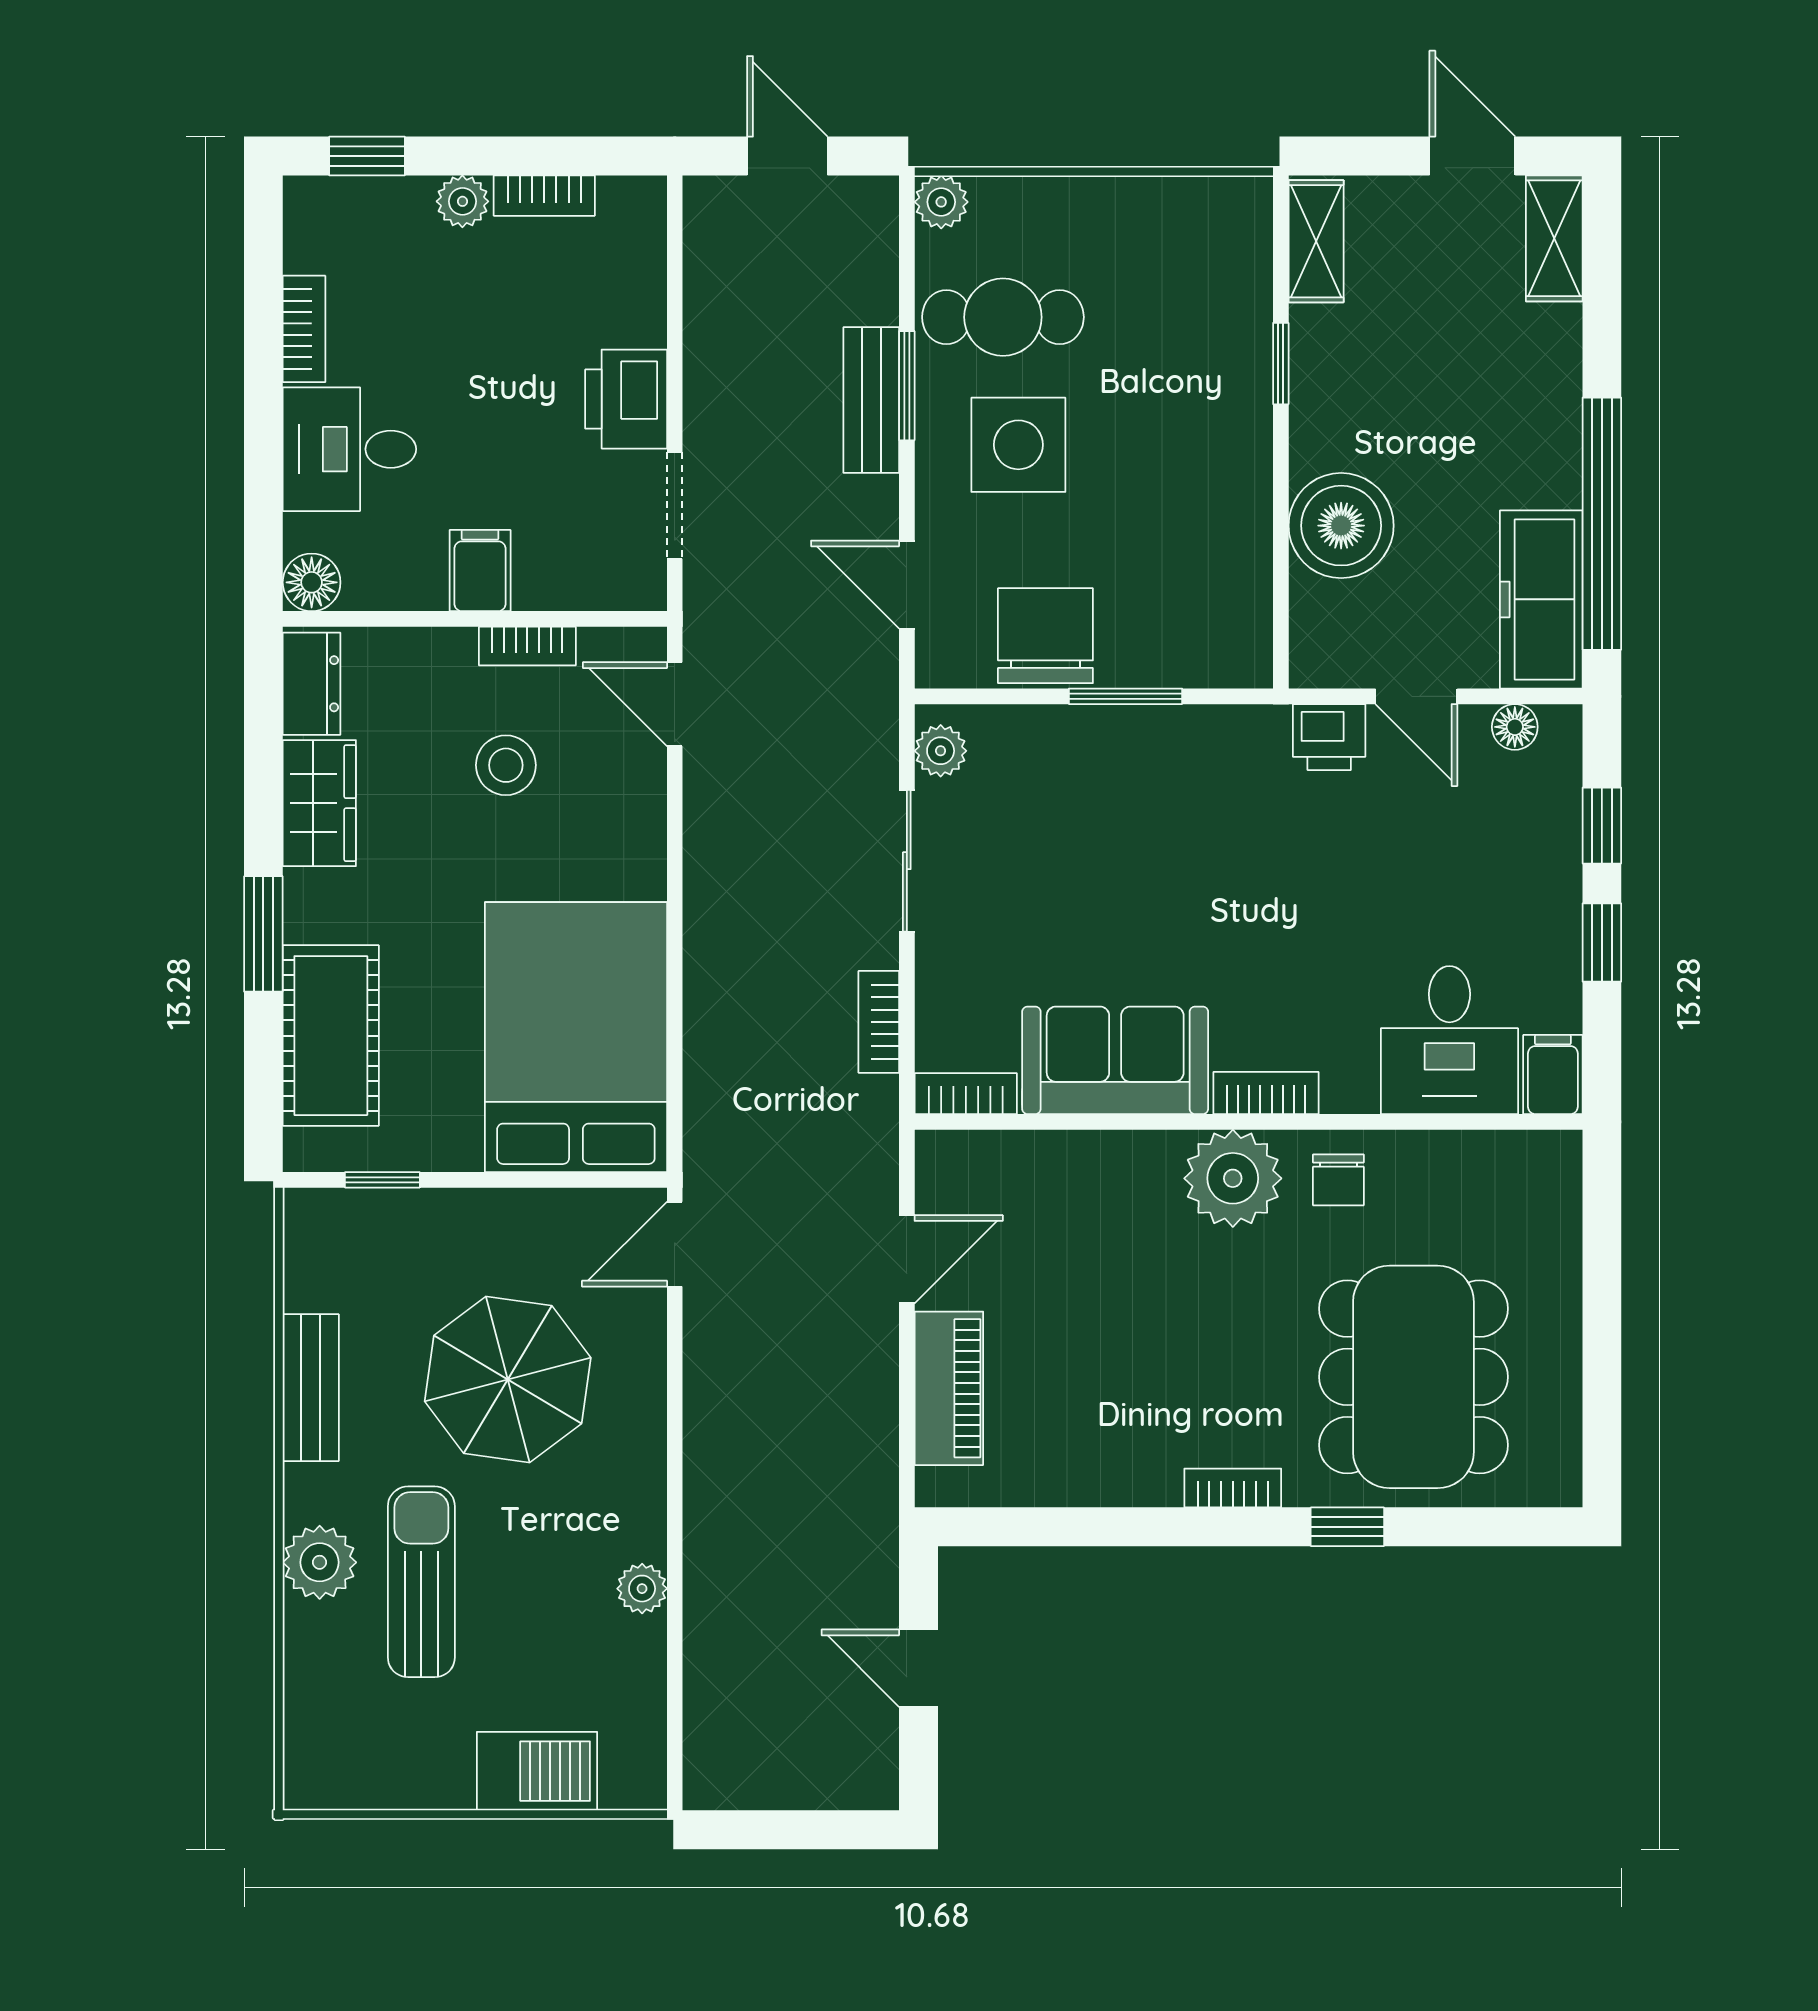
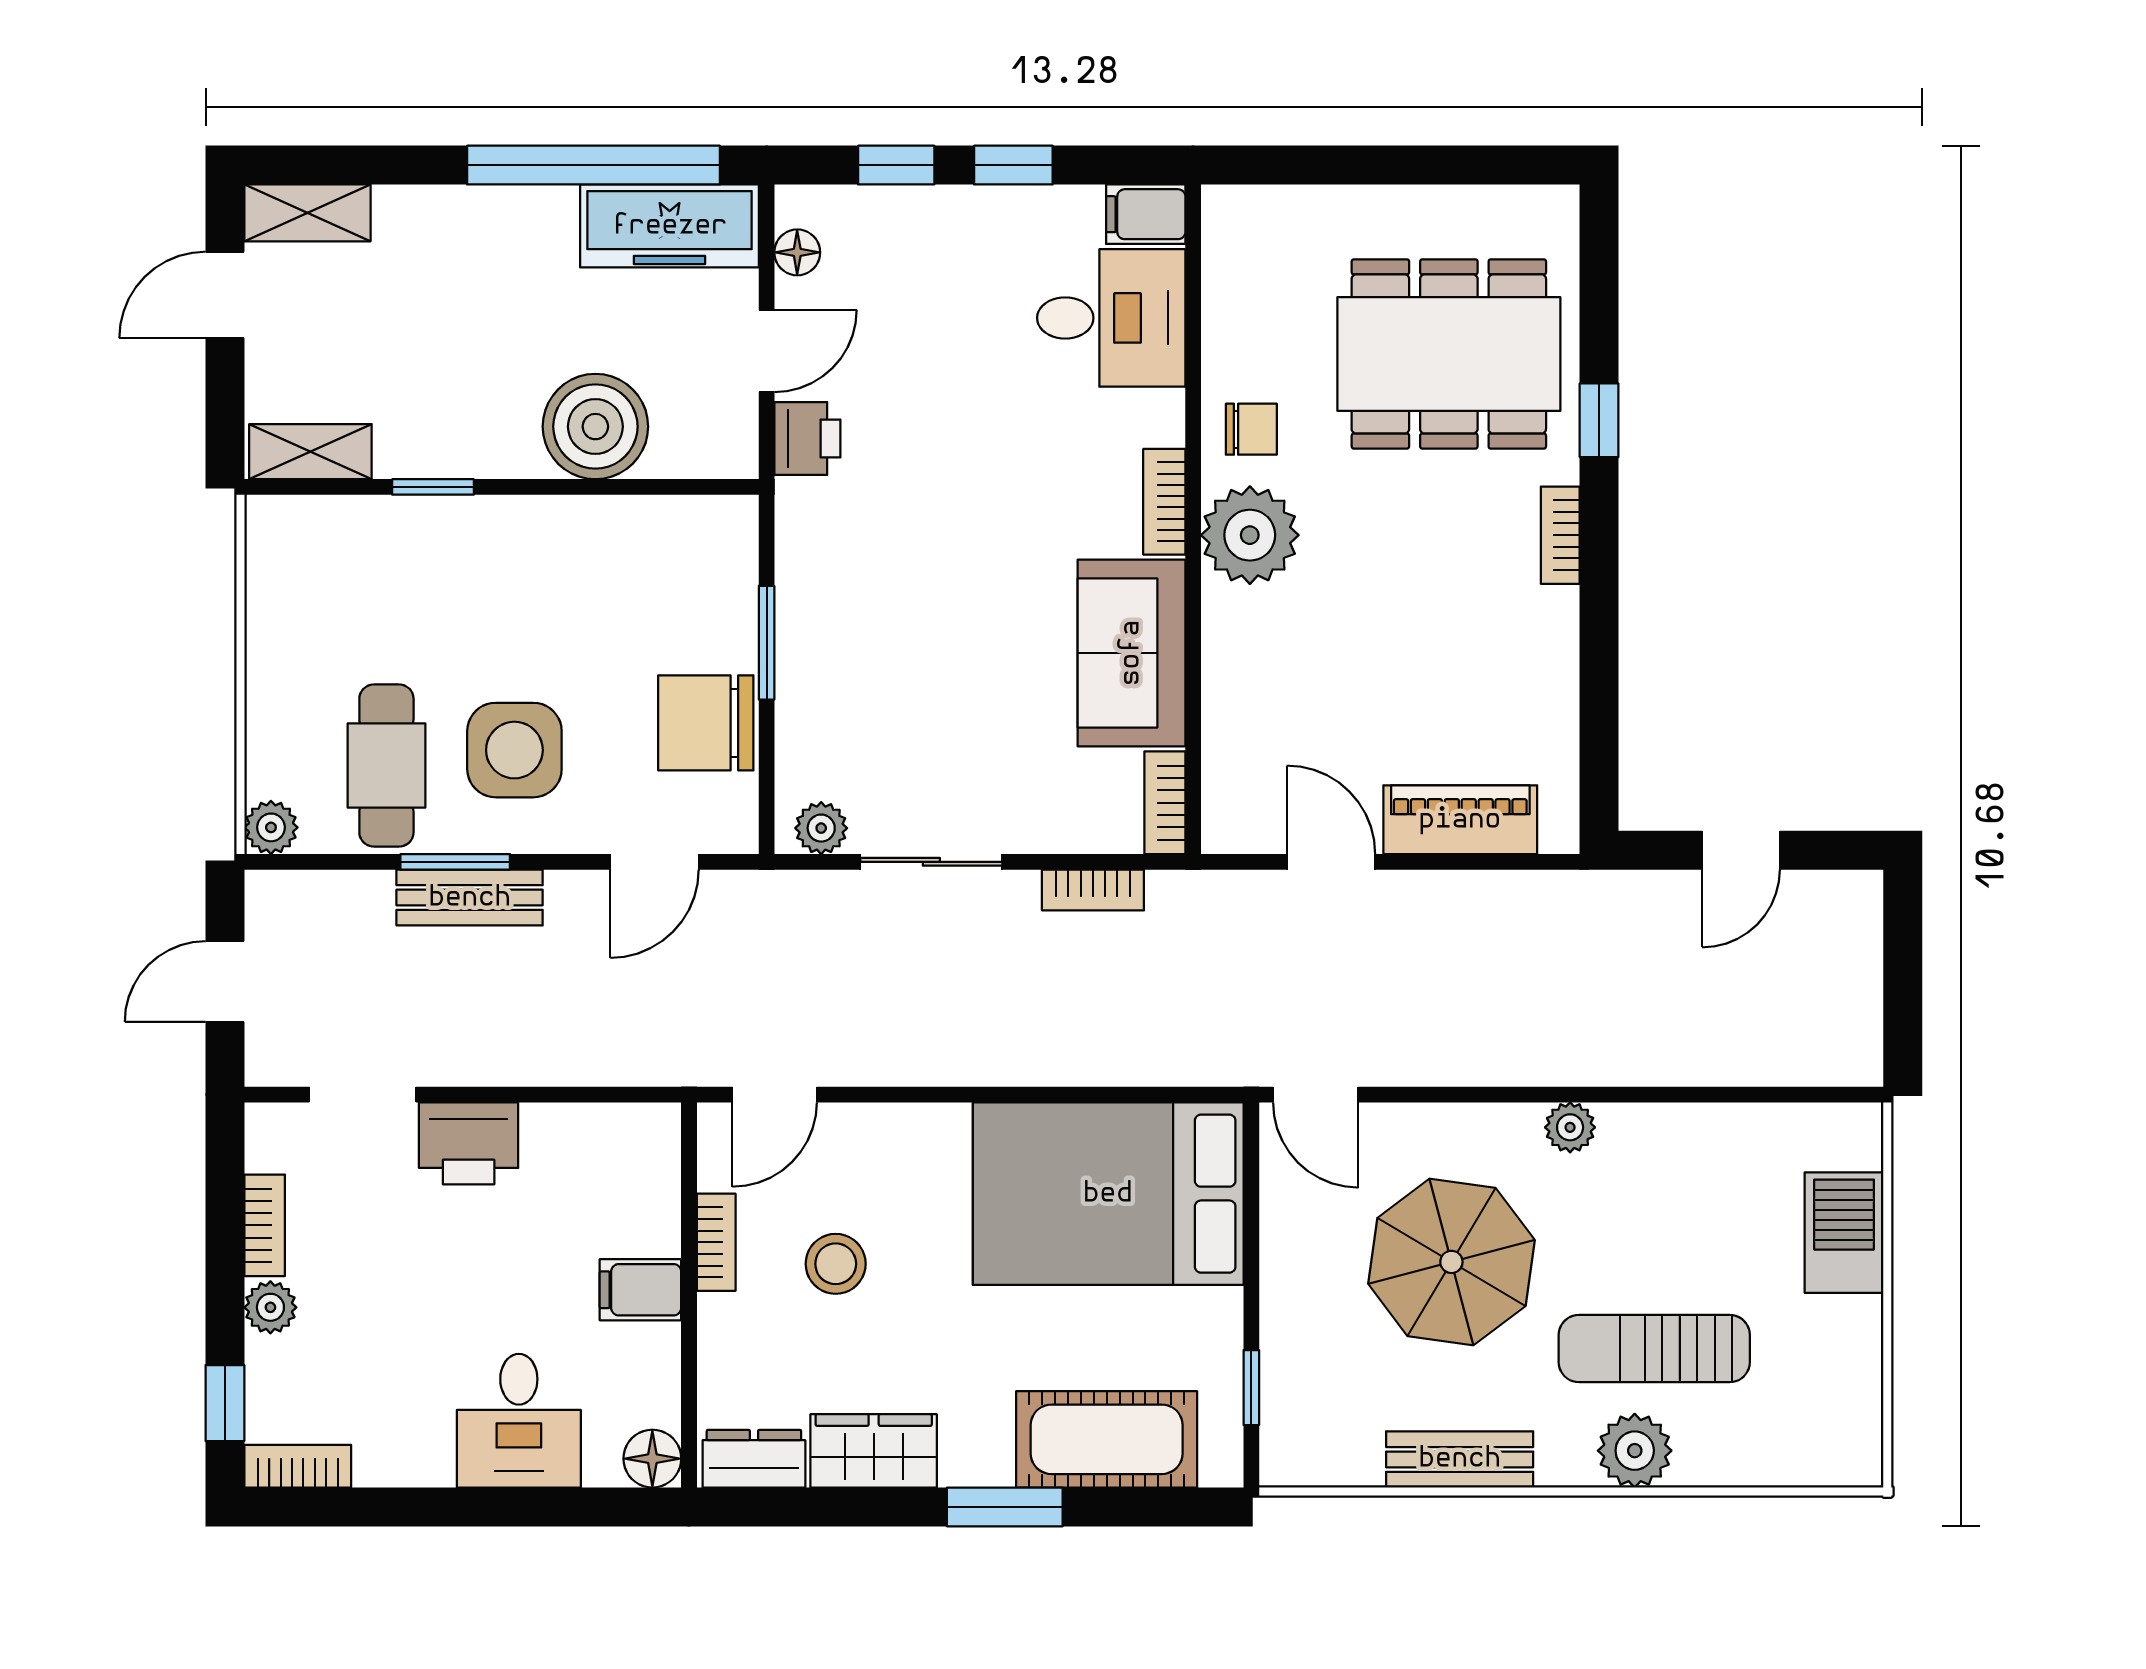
bookcase: (304, 329) -> (298, 1466), moved
doorway: (675, 506) -> (363, 1095), moved
plant: (642, 1589) -> (1570, 1127), moved

